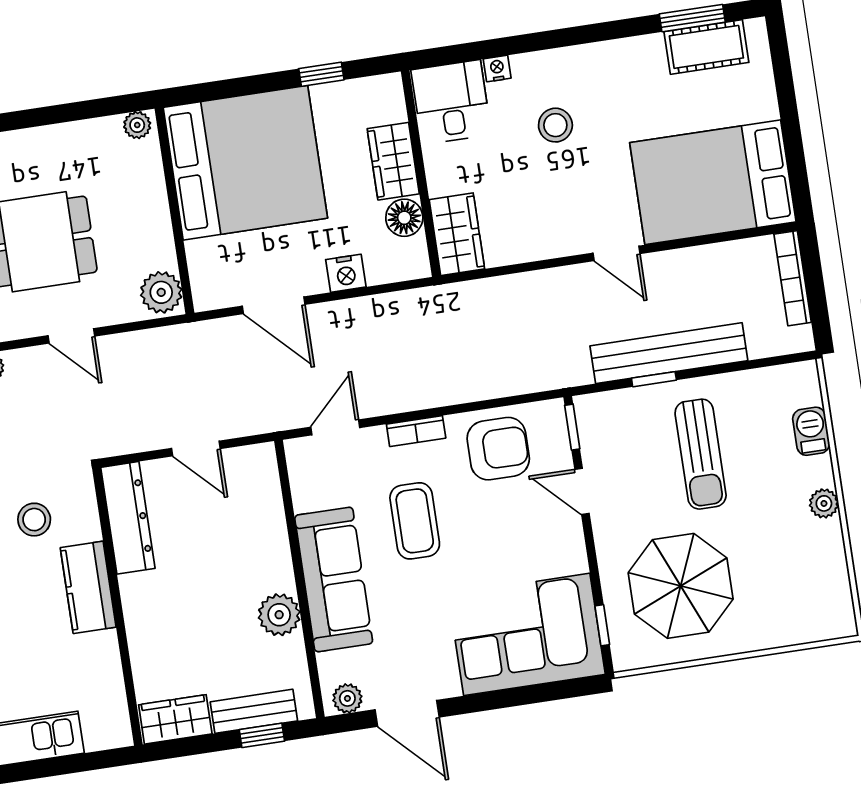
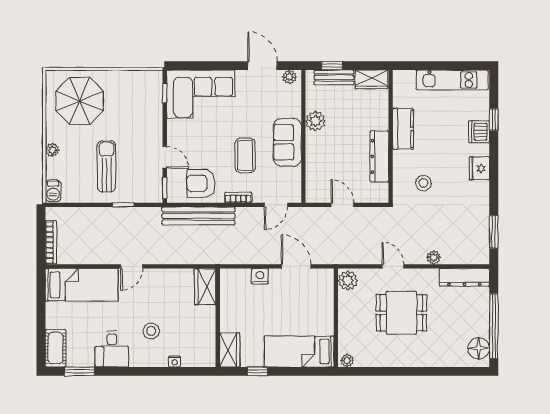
cot: (706, 47) -> (56, 348), moved, turned 90
desk: (451, 102) -> (112, 349), moved
wardrobe: (393, 161) -> (230, 350), moved
bed: (245, 163) -> (299, 351), width x0.49
bed: (713, 182) -> (82, 285), width x0.67
floor lamp: (404, 218) -> (229, 298), removed
door: (616, 253) -> (132, 266), swing flipped
bench: (669, 353) -> (199, 216), moved
barbecue: (811, 431) -> (53, 191), moved
plant: (824, 503) -> (52, 150), moved
dresser: (128, 518) -> (379, 156), moved
sofa: (334, 579) -> (287, 142), width x0.73
parasol: (681, 586) -> (80, 101), moved
kitchen counter: (88, 587) -> (403, 129), moved

